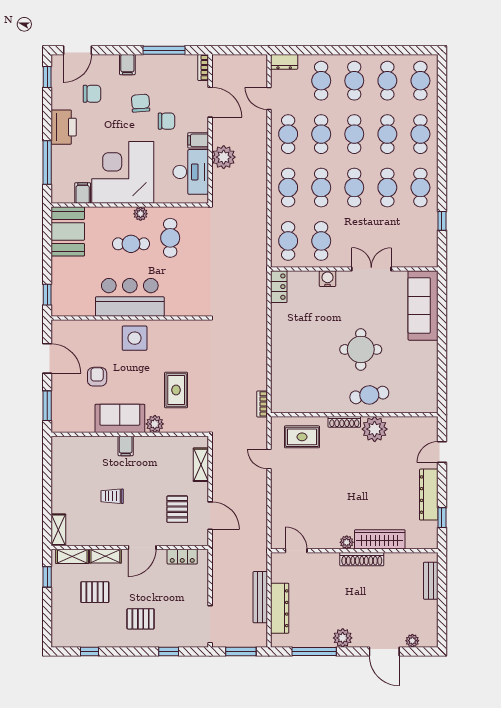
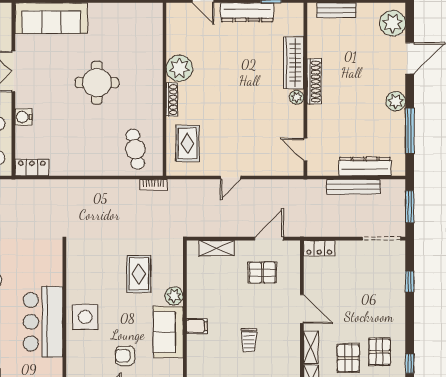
rug: (176, 390) -> (139, 274), turned 90
cafe table: (369, 395) -> (135, 149), moved
door: (269, 459) -> (231, 178), moved
door: (296, 551) -> (305, 149), hinge flipped
locker: (182, 557) -> (319, 248), moved, turned 90
pallet: (141, 619) -> (380, 352), moved
plant: (412, 641) -> (393, 23), width x1.87, depth x1.87

